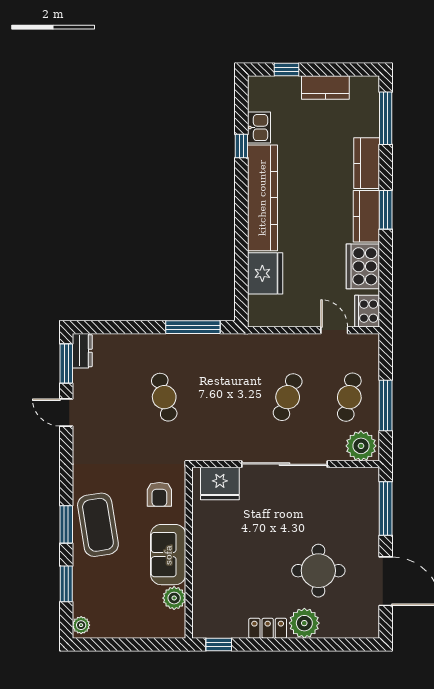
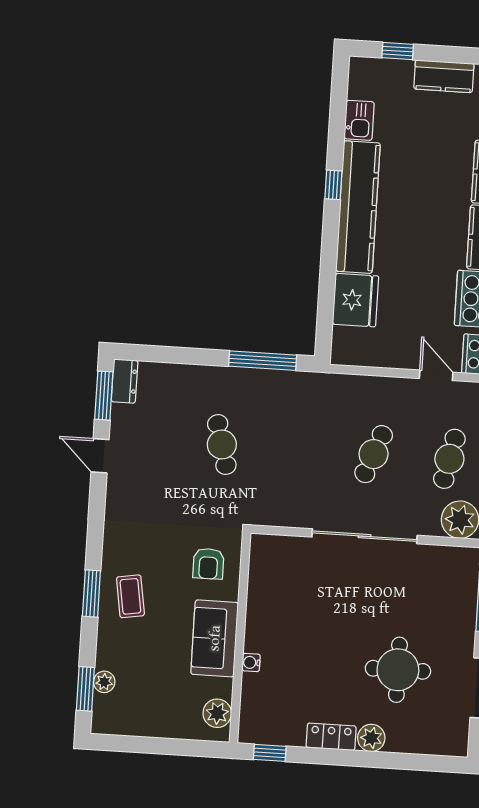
window: (241, 146) -> (333, 185), moved
fridge: (220, 484) -> (284, 555), removed
coffee table: (98, 525) -> (130, 596), width x0.54, depth x0.58
water cooler: (199, 572) -> (251, 662), added
window: (66, 584) -> (85, 689), moved
plant: (174, 598) -> (217, 713), moved
plant: (304, 623) -> (371, 738), width x0.73, depth x0.73
plant: (81, 625) -> (104, 682), moved

